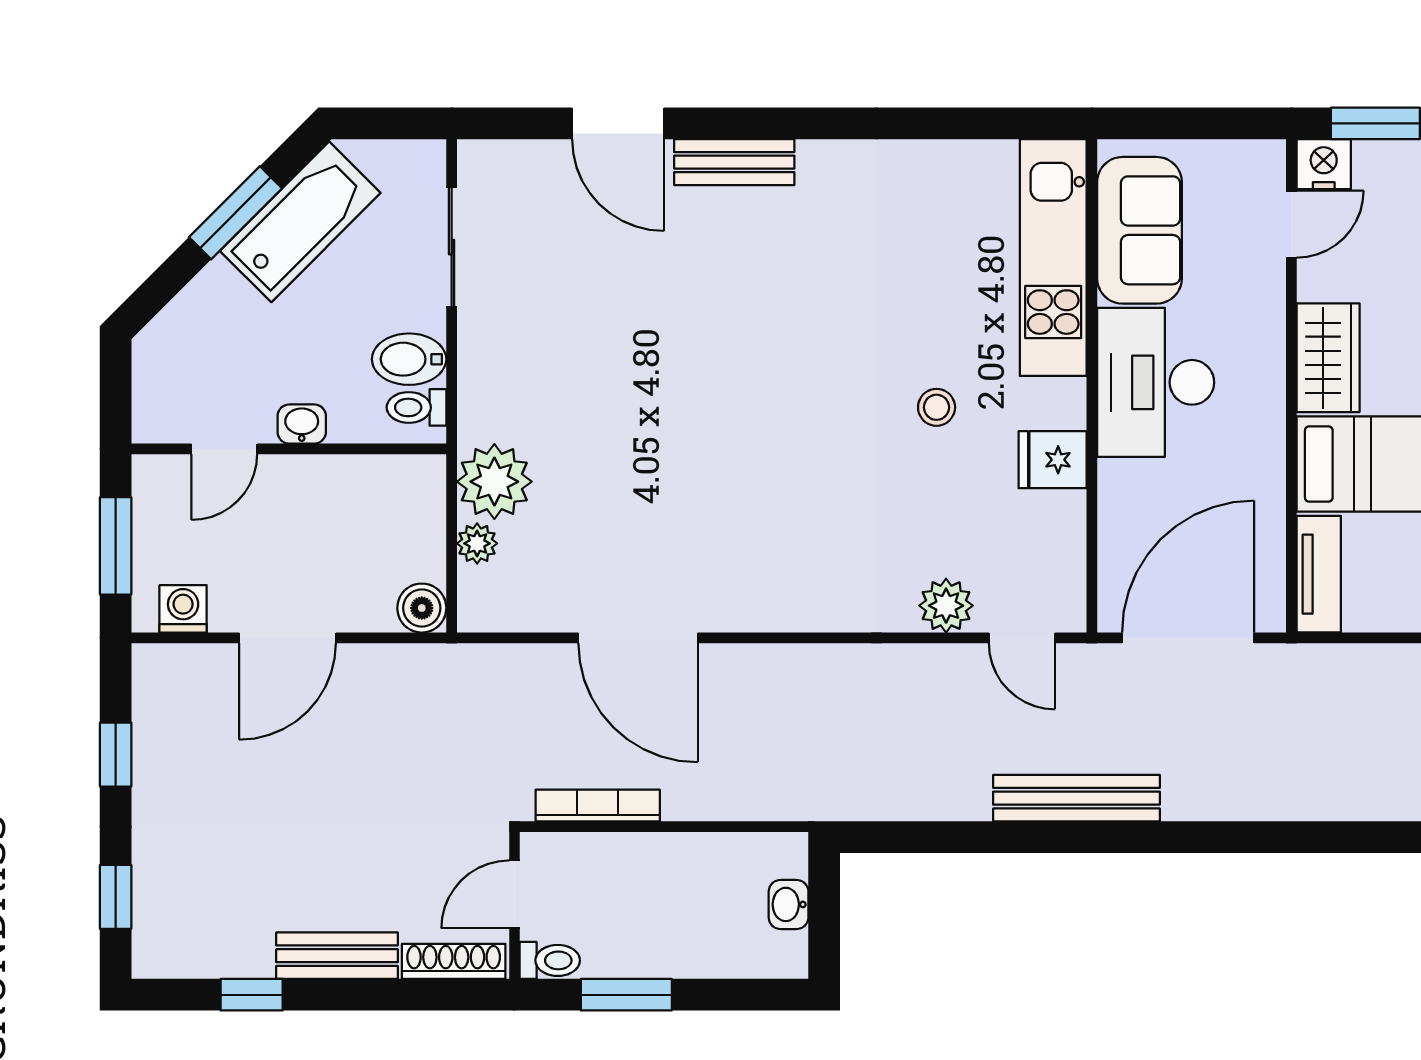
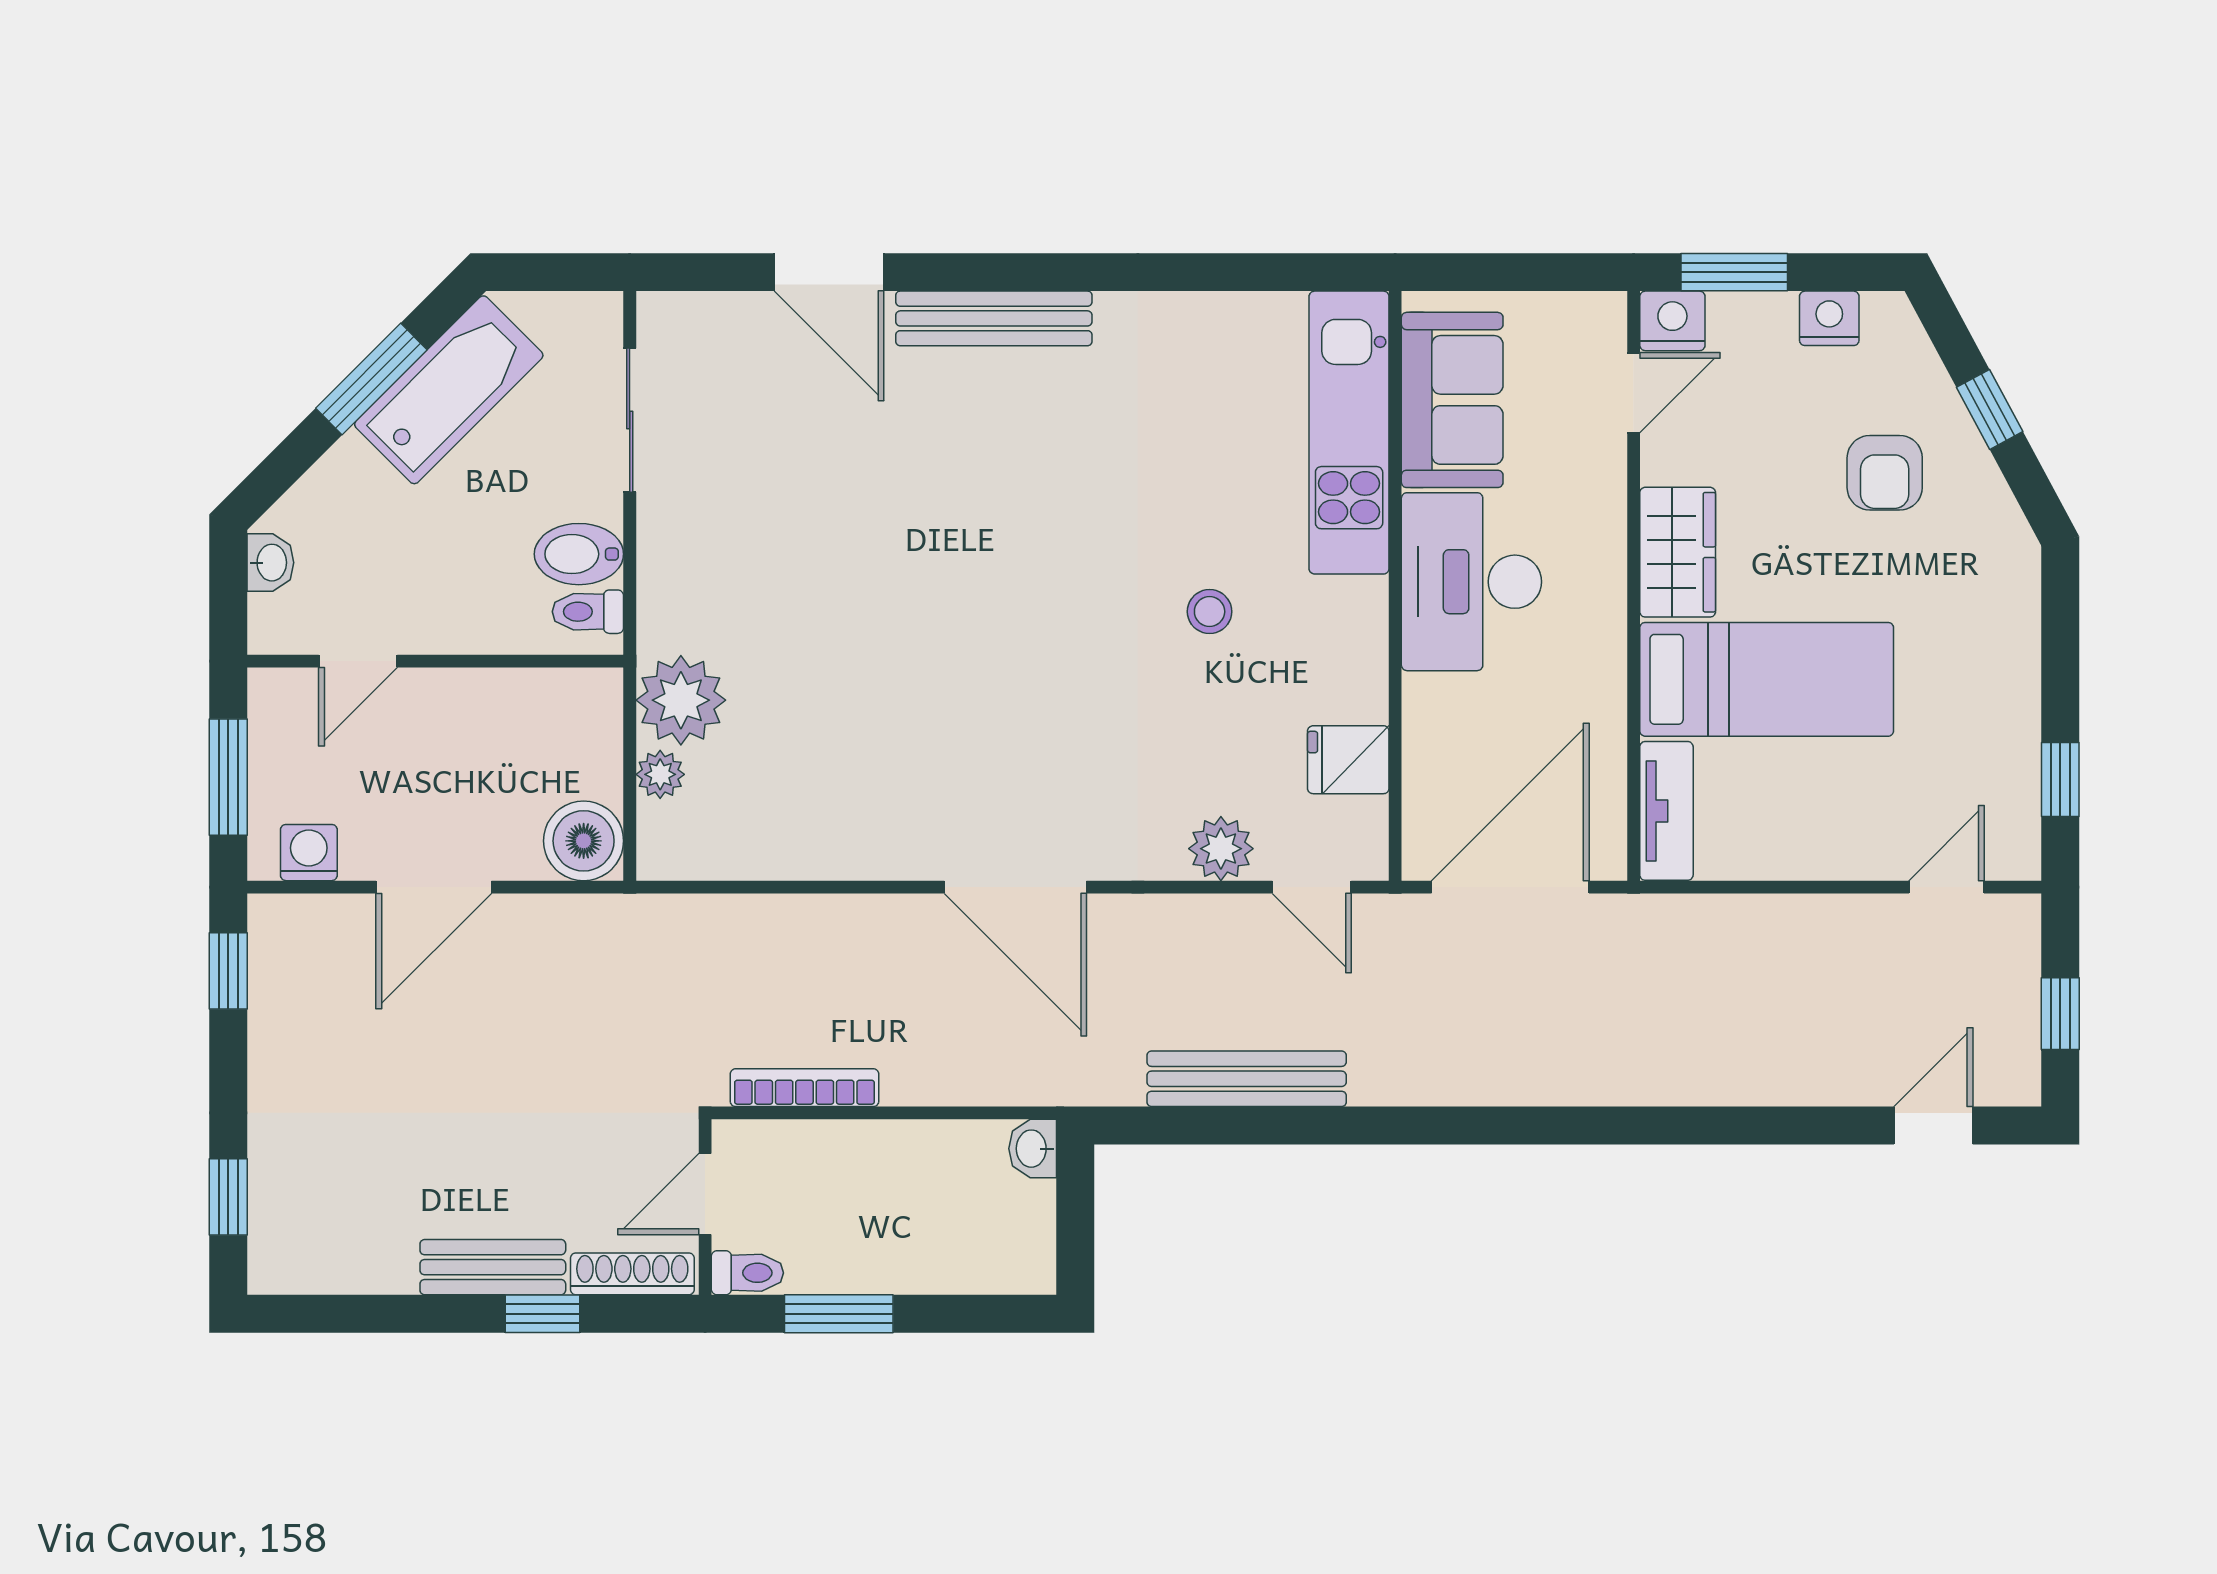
bench: (734, 162) -> (994, 318), width x1.36
washbasin: (302, 424) -> (270, 563), moved, turned 90
fridge: (1053, 460) -> (1348, 760), moved
boiler: (422, 608) -> (584, 841), width x1.36, depth x1.36
door: (638, 638) -> (1015, 887), moved
window: (116, 755) -> (228, 971), moved
bench: (1077, 798) -> (1247, 1079), moved
washbasin: (789, 904) -> (1033, 1149), moved
window: (252, 995) -> (542, 1314), moved

